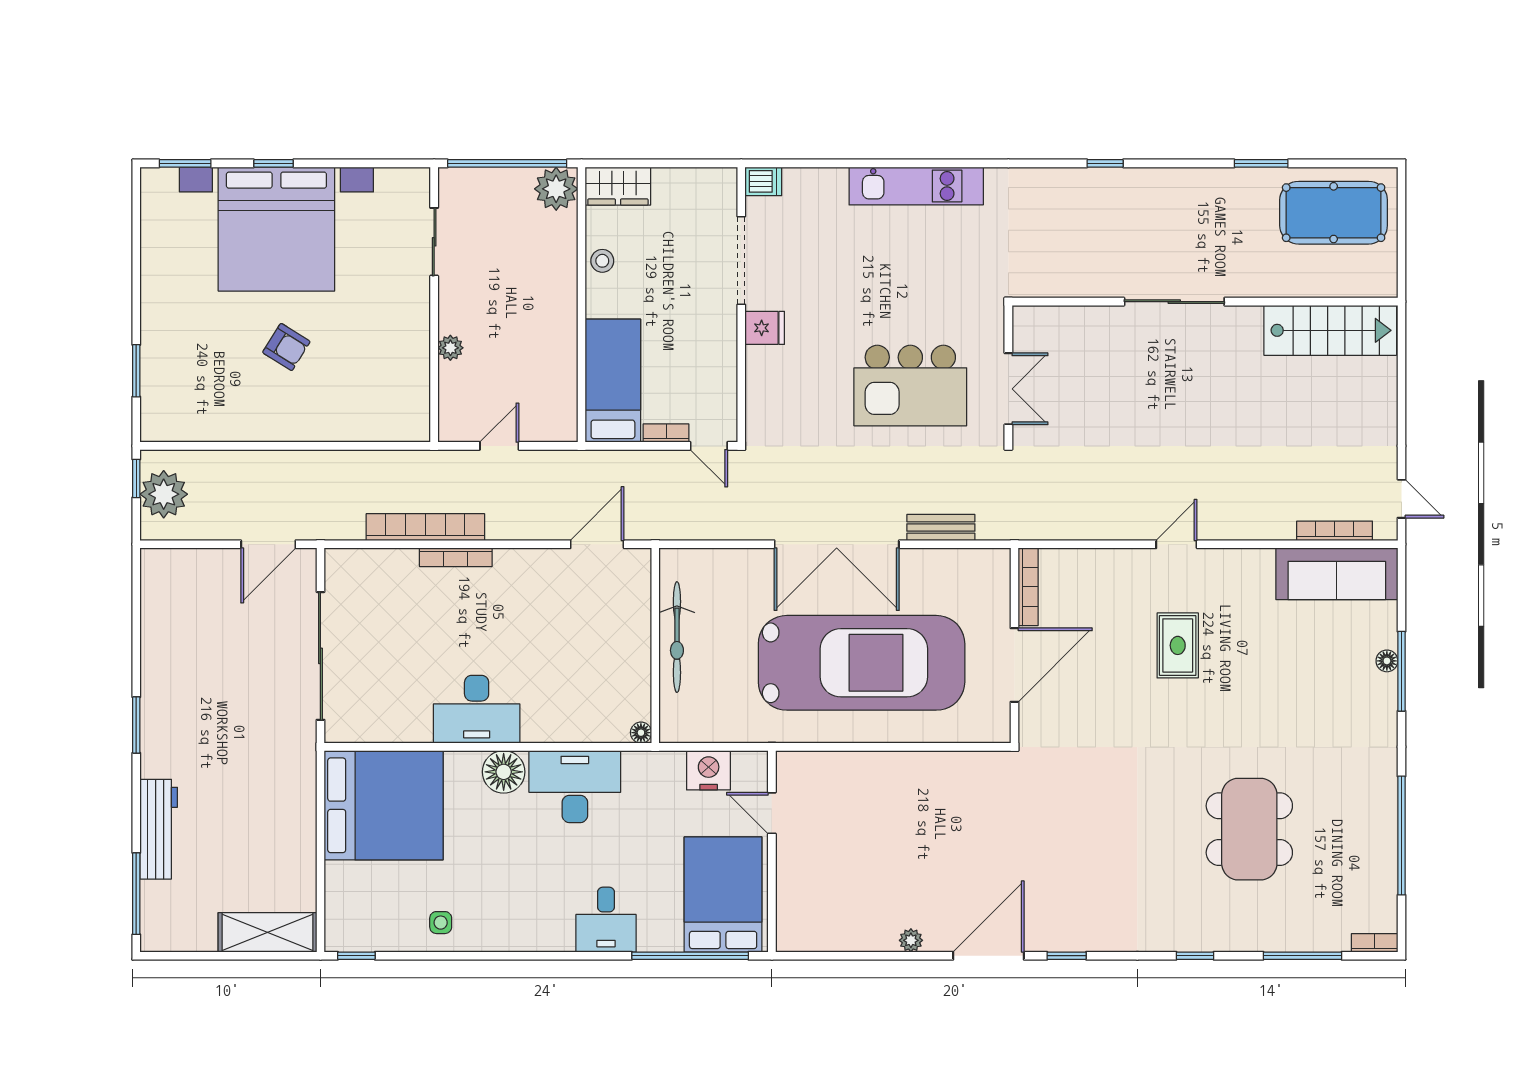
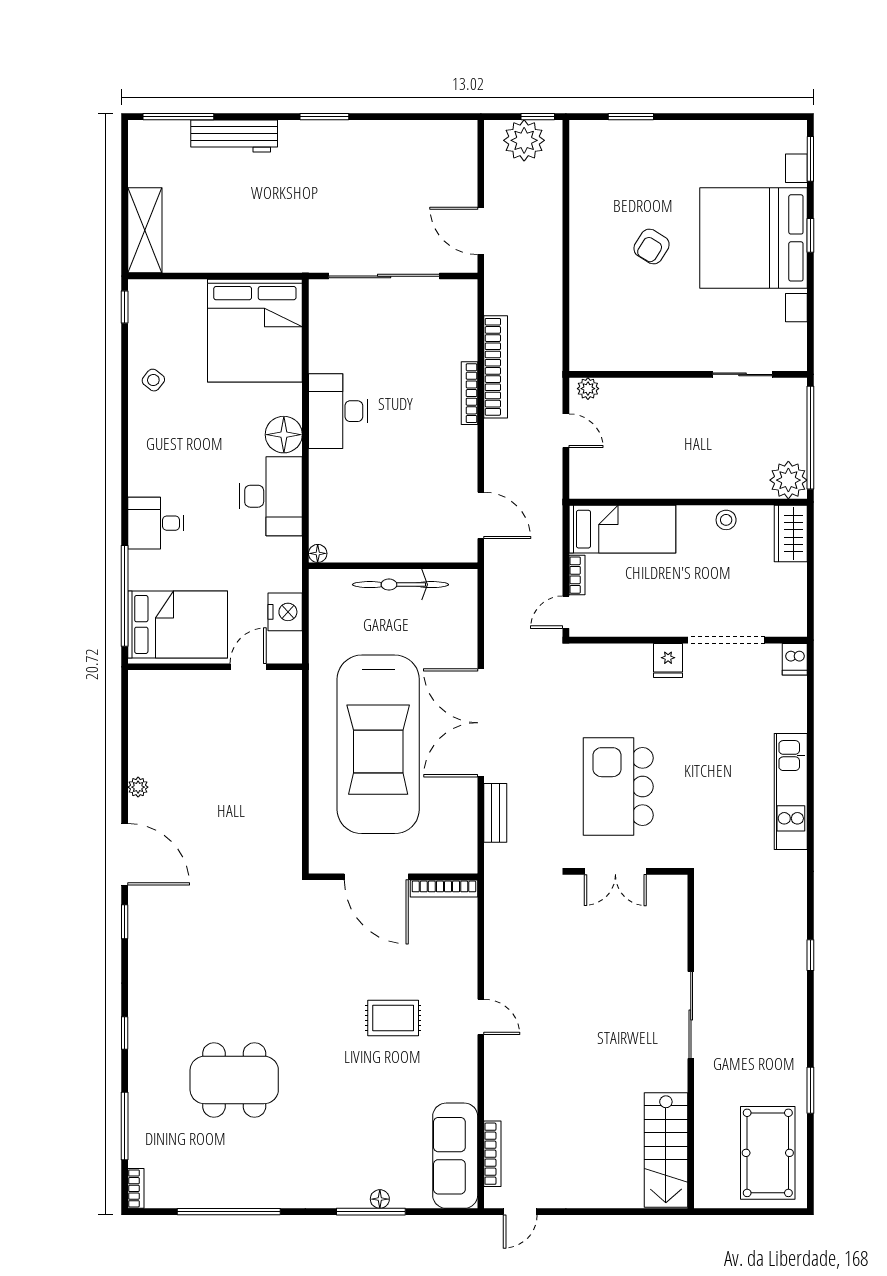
plant: (450, 348) -> (588, 389), moved
side table: (441, 923) -> (153, 380), turned 38

